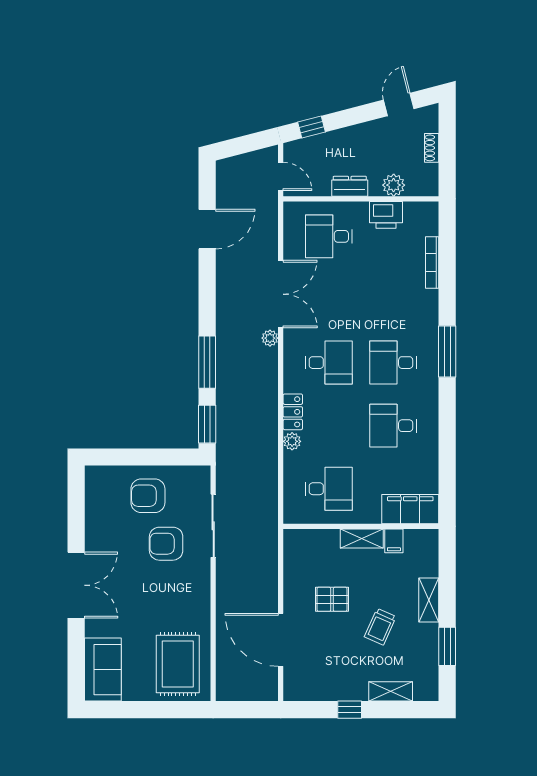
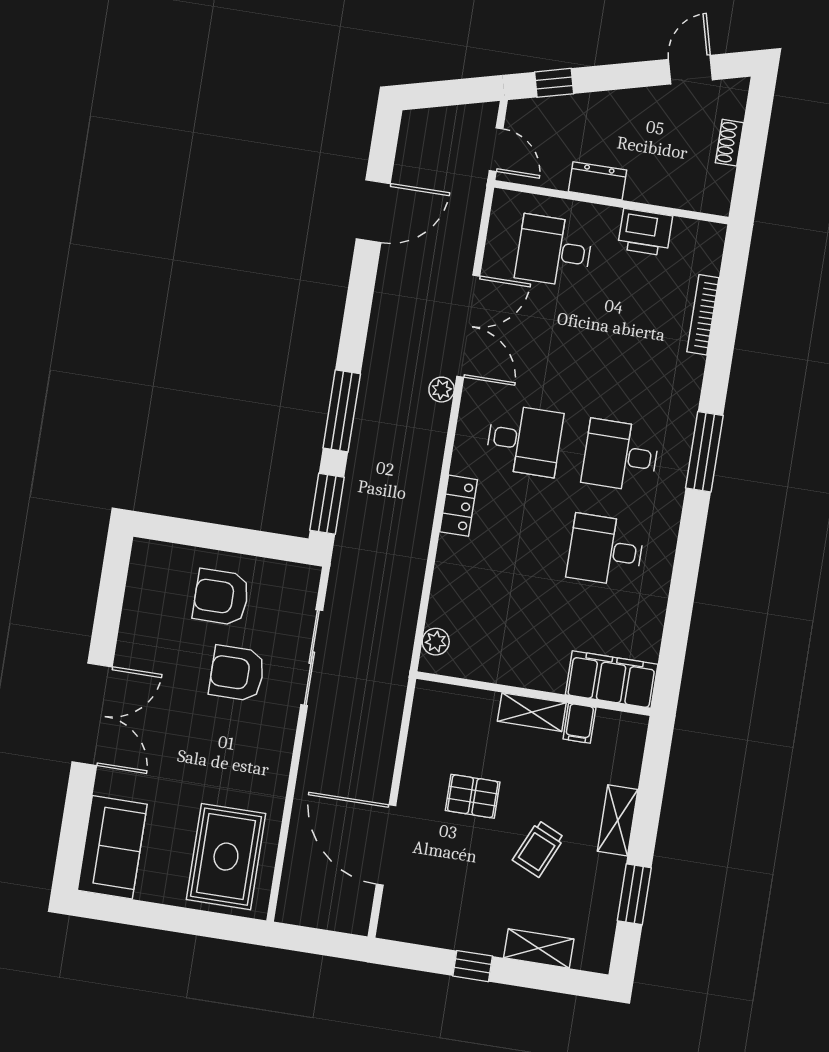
plant: (394, 185) -> (664, 189), removed
plant: (292, 441) -> (436, 642), moved
desk: (329, 489) -> (494, 630), removed

